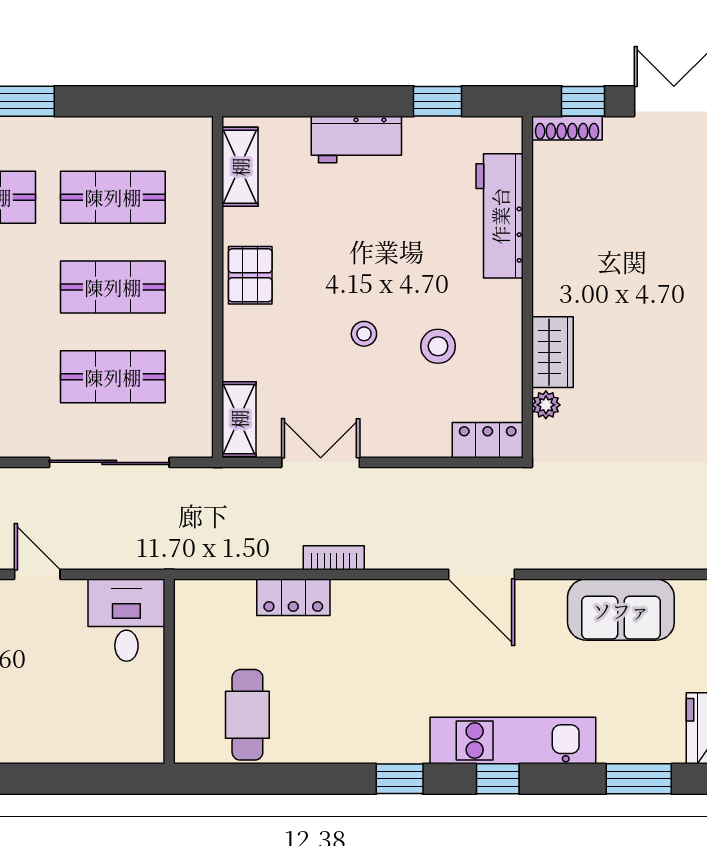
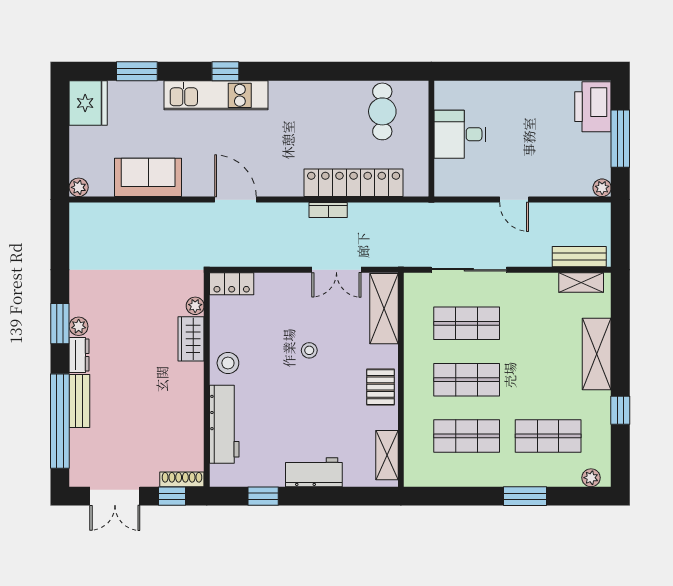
stool: (438, 346) -> (228, 363), moved
shelving: (239, 419) -> (384, 309), width x1.50, depth x1.33
locker: (293, 597) -> (354, 183), width x2.16, depth x1.21
desk: (126, 620) -> (460, 134), moved, turned 90
window: (400, 779) -> (287, 71), removed

